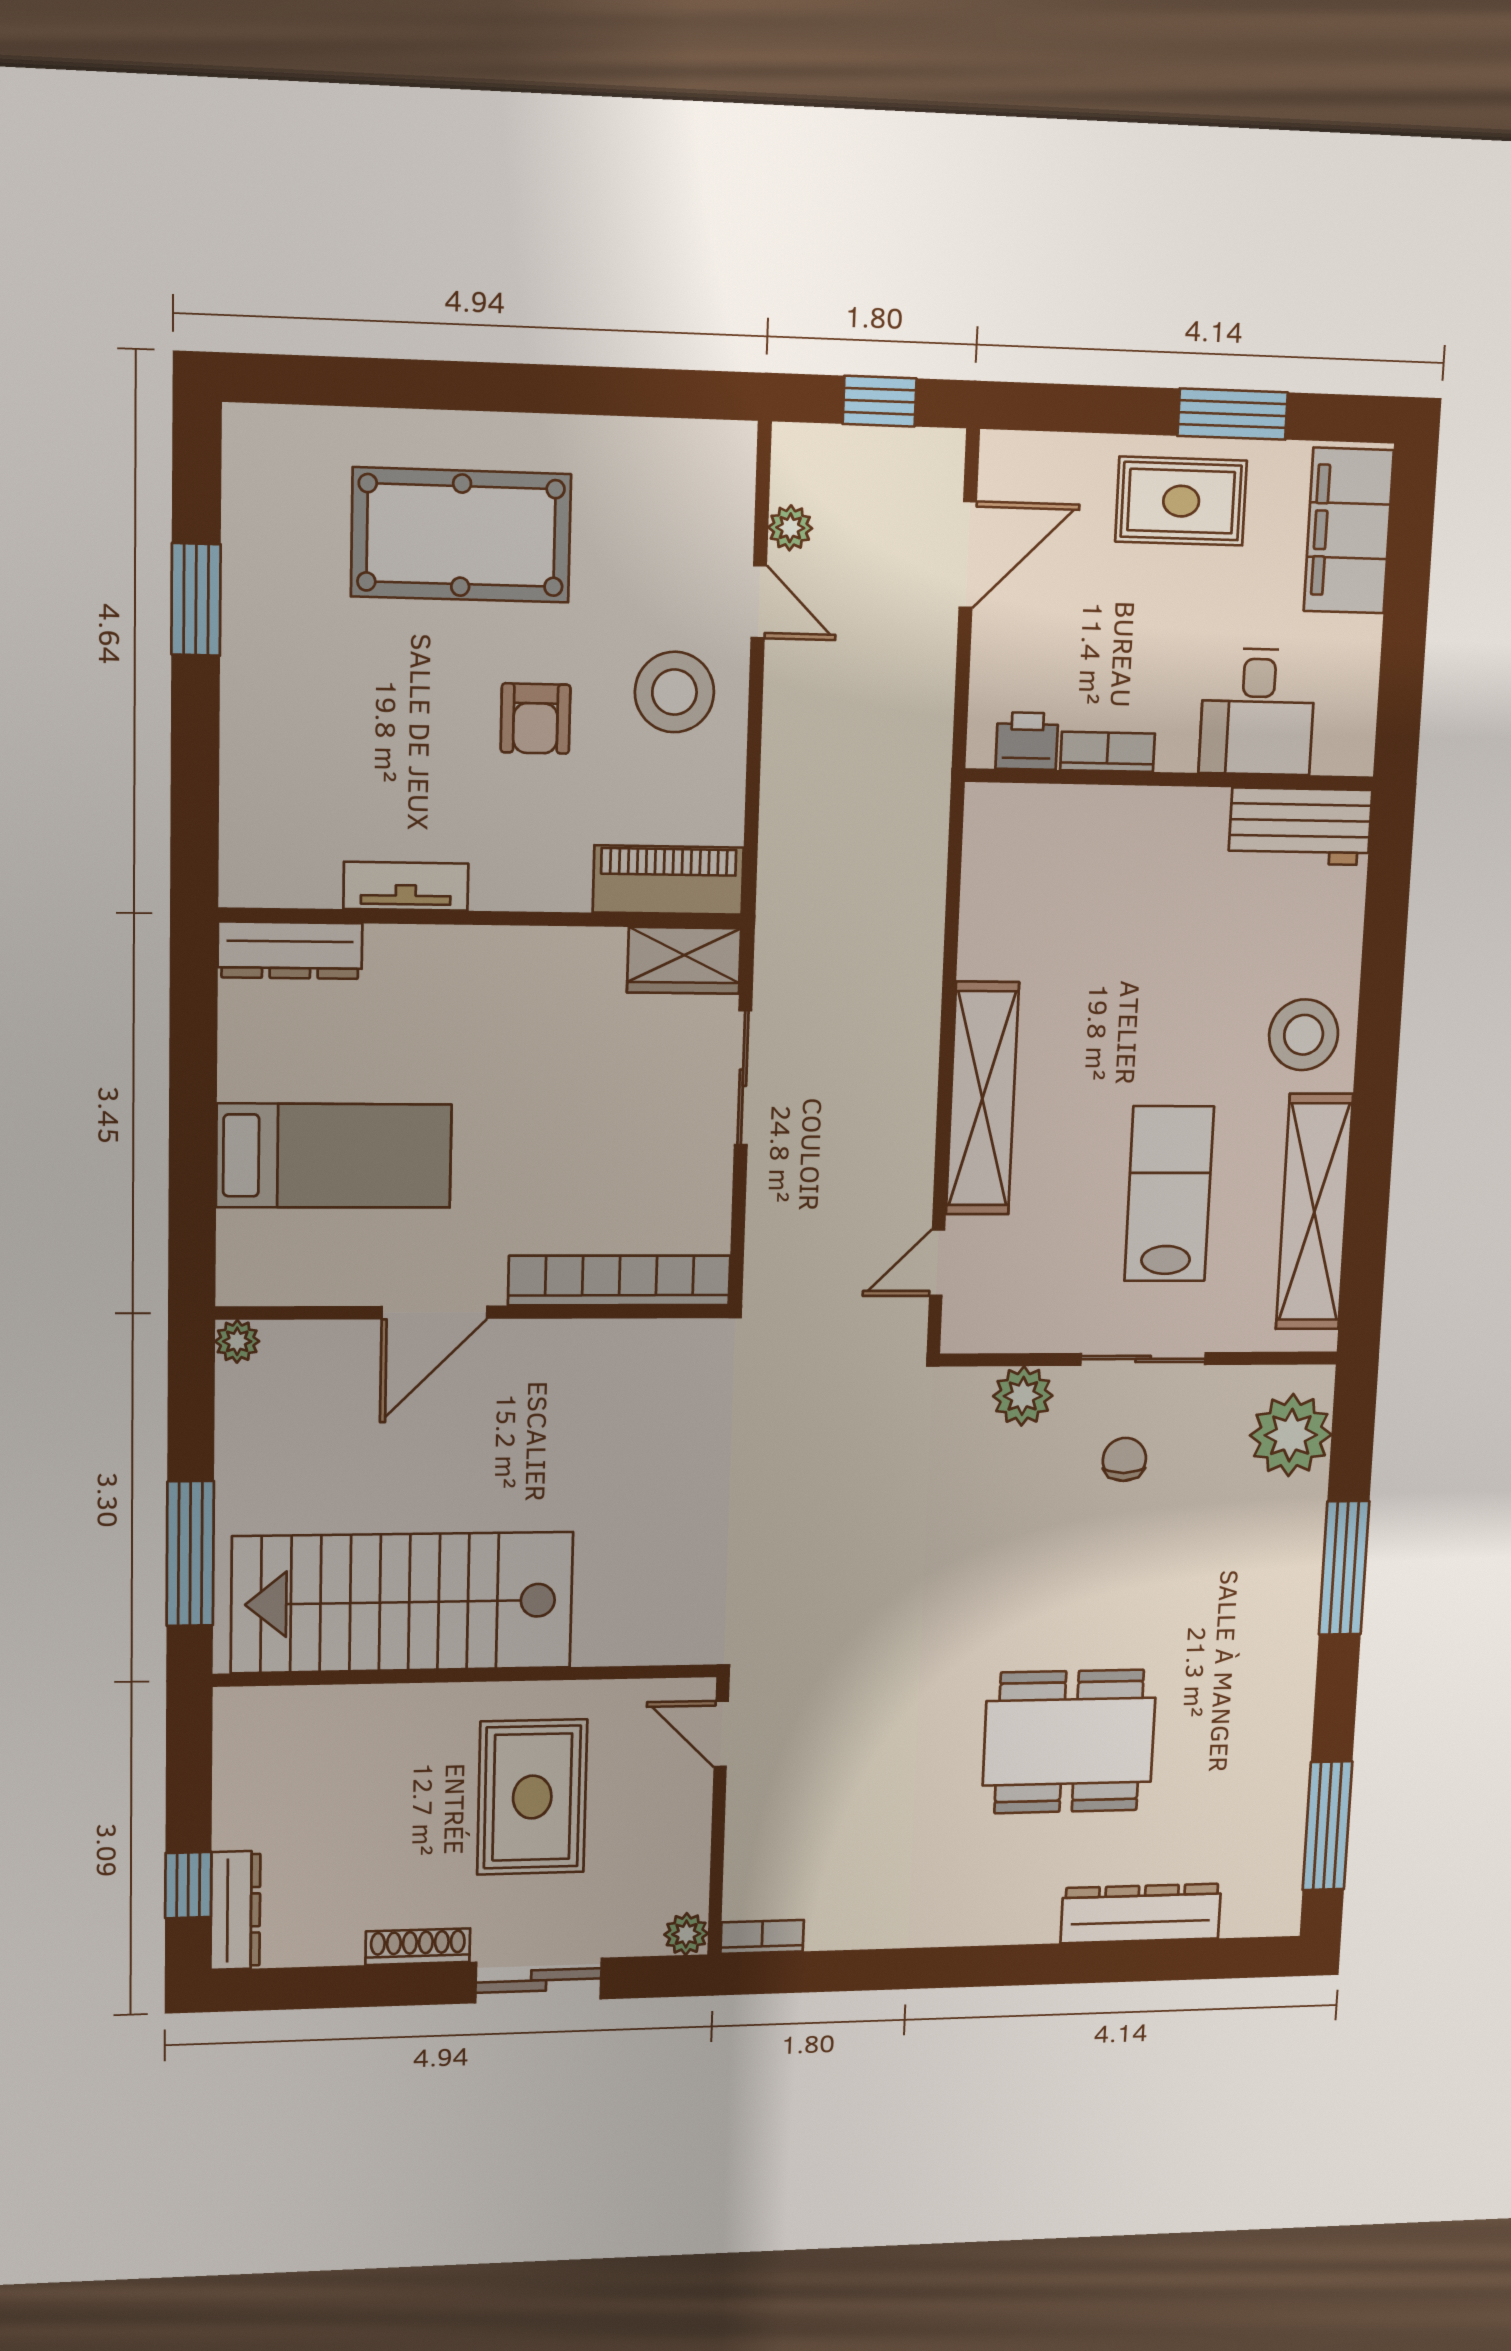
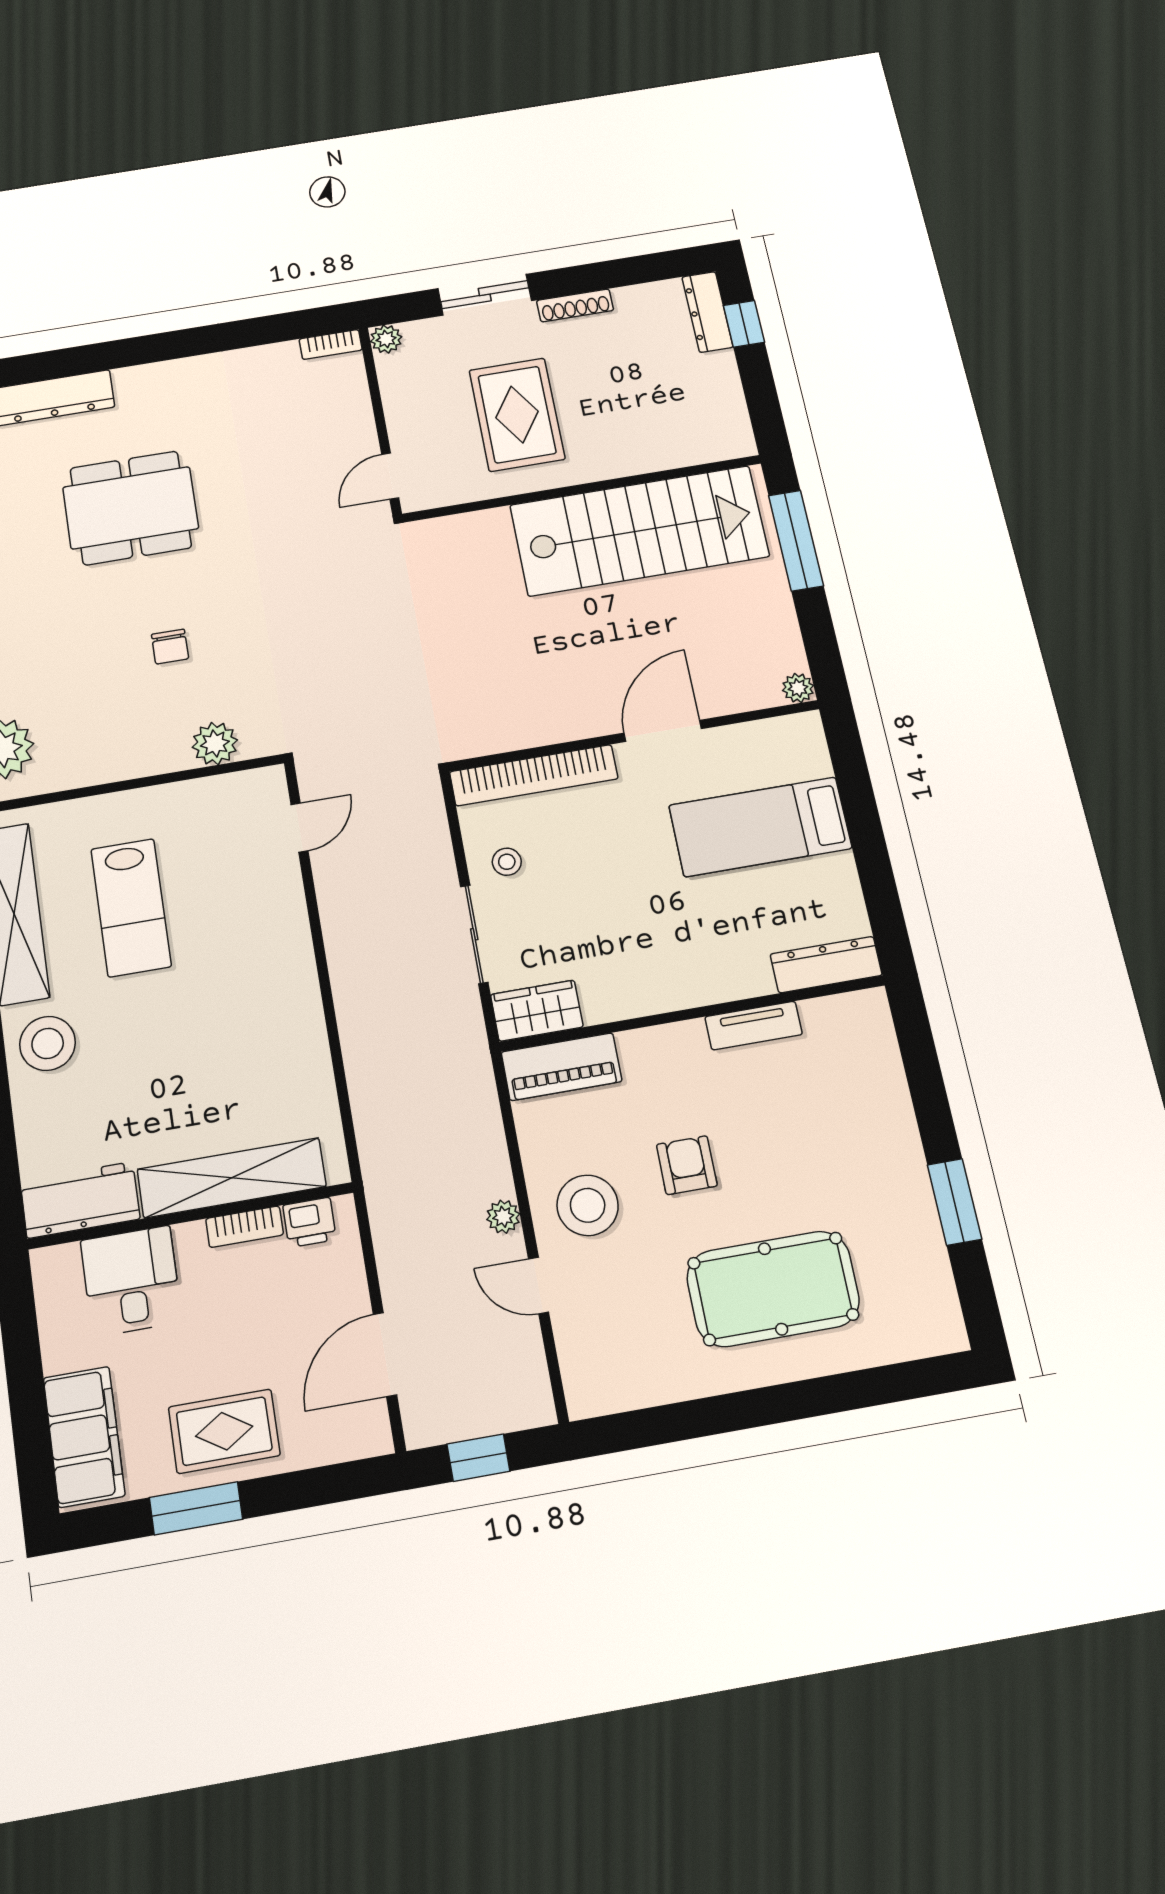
plant: (790, 528) -> (503, 1217), moved
shelving: (982, 1099) -> (232, 1178), moved, turned 90
stool: (680, 1168) -> (507, 862), added
sliding door: (1143, 1359) -> (128, 785), removed
chair: (1124, 1459) -> (170, 647), moved
door: (721, 1734) -> (390, 476), swing flipped

